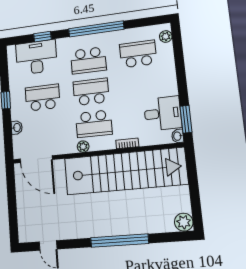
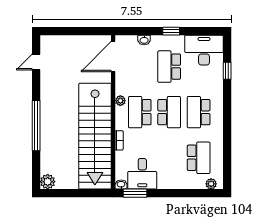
window: (96, 29) -> (227, 122), removed
desk: (36, 57) -> (204, 50), moved, turned -90
school desk: (43, 98) -> (169, 67), turned 180

